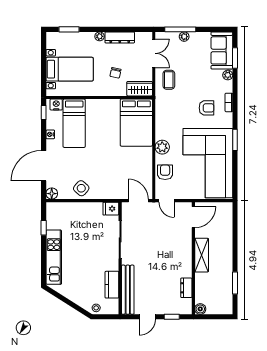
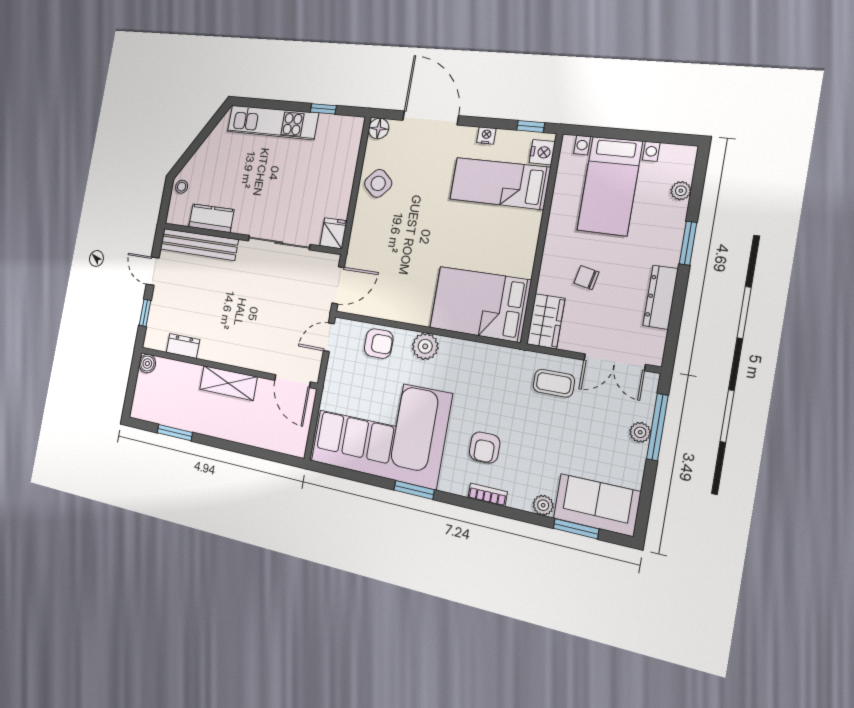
window: (69, 29) -> (688, 243), moved
plant: (100, 36) -> (681, 191), moved

